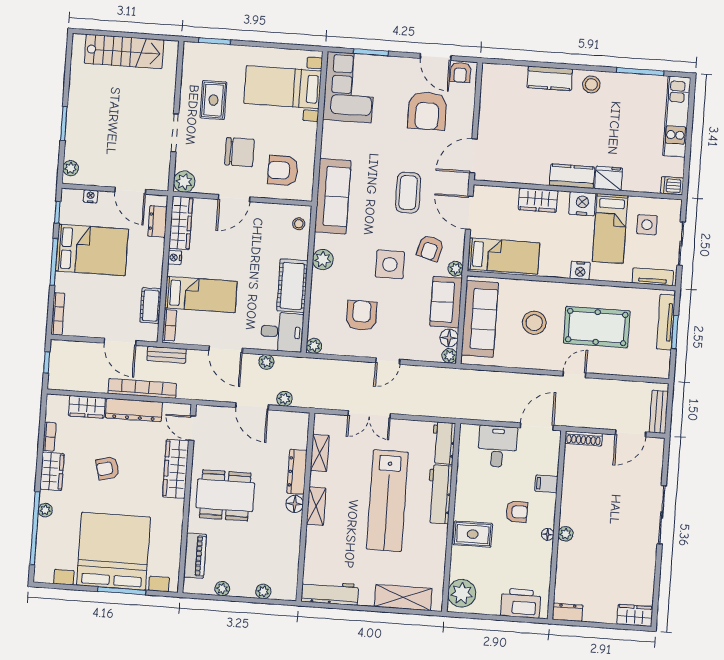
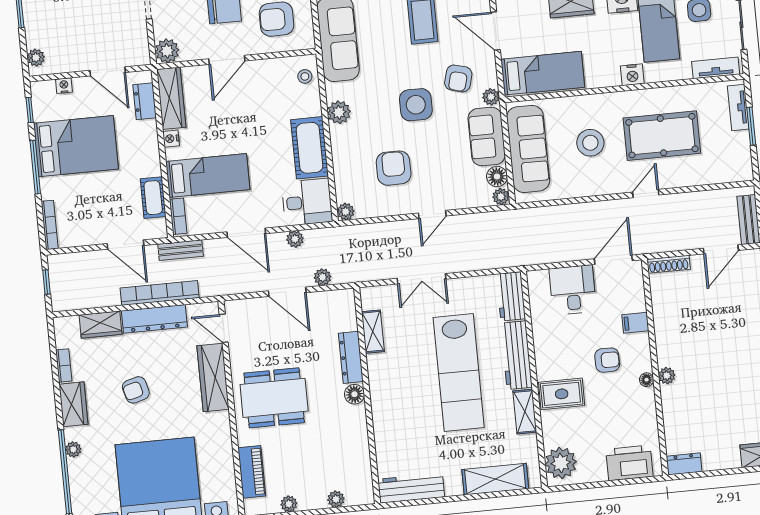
tv unit: (666, 322) -> (738, 107), width x0.71
shelving: (316, 506) -> (525, 412), moved

